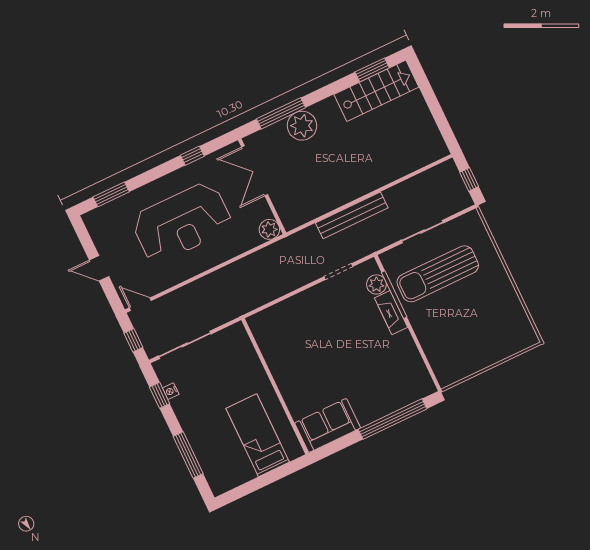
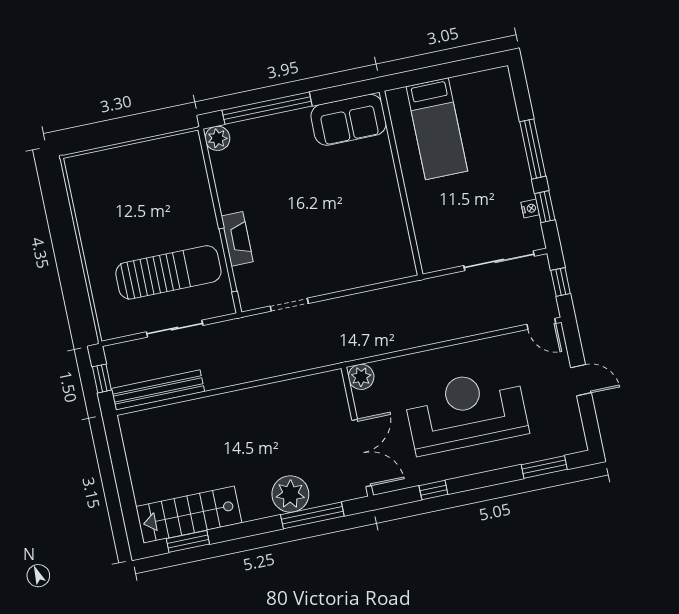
bench: (352, 215) -> (158, 390), moved
plant: (376, 284) -> (217, 138), moved
window: (188, 455) -> (533, 149), moved

